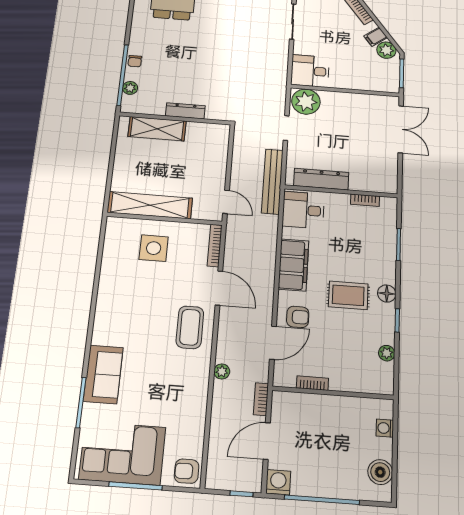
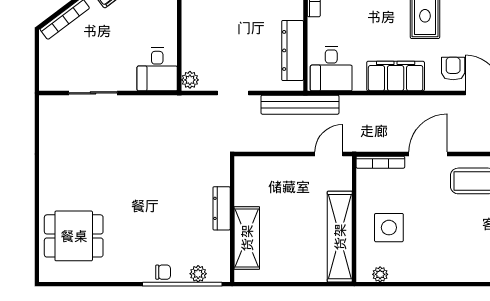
plant: (306, 102) -> (190, 80), width x0.53, depth x0.53
plant: (111, 237) -> (380, 274), added

